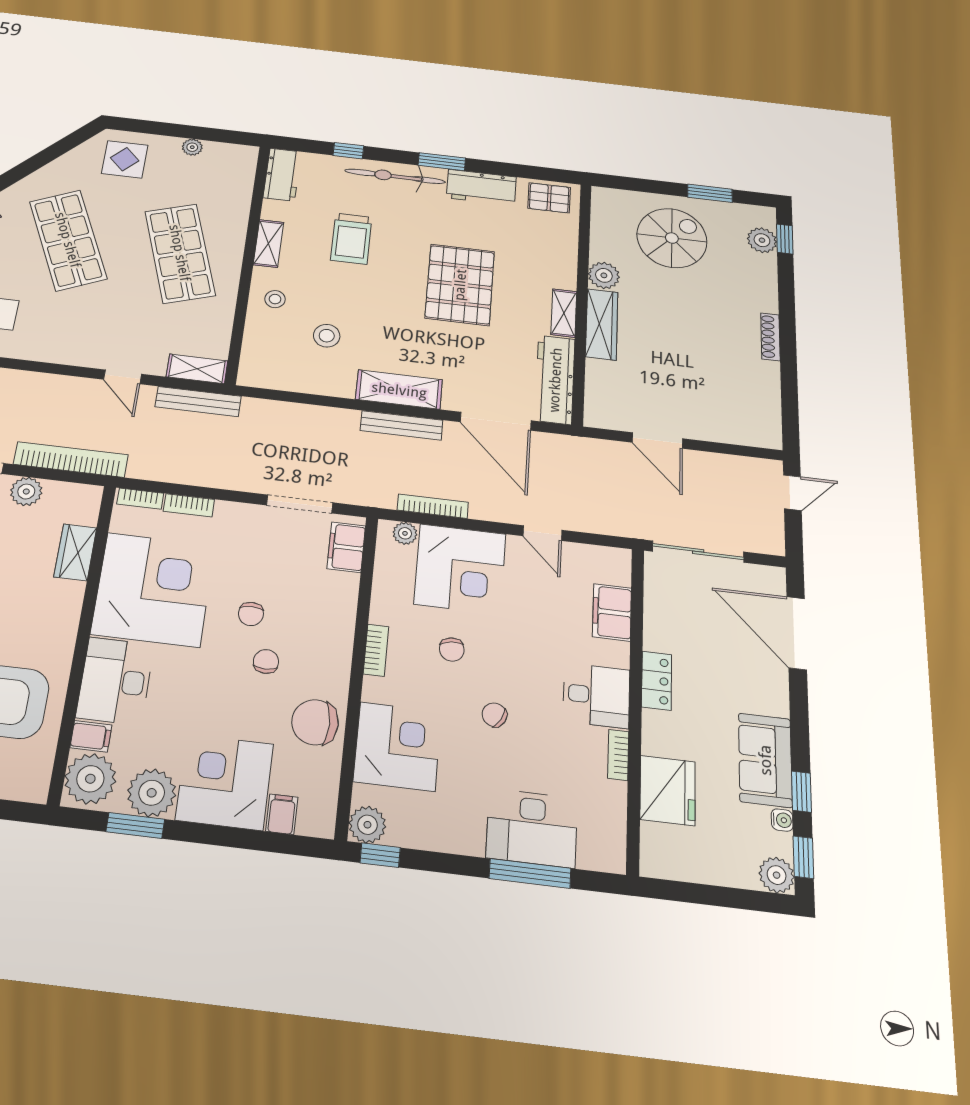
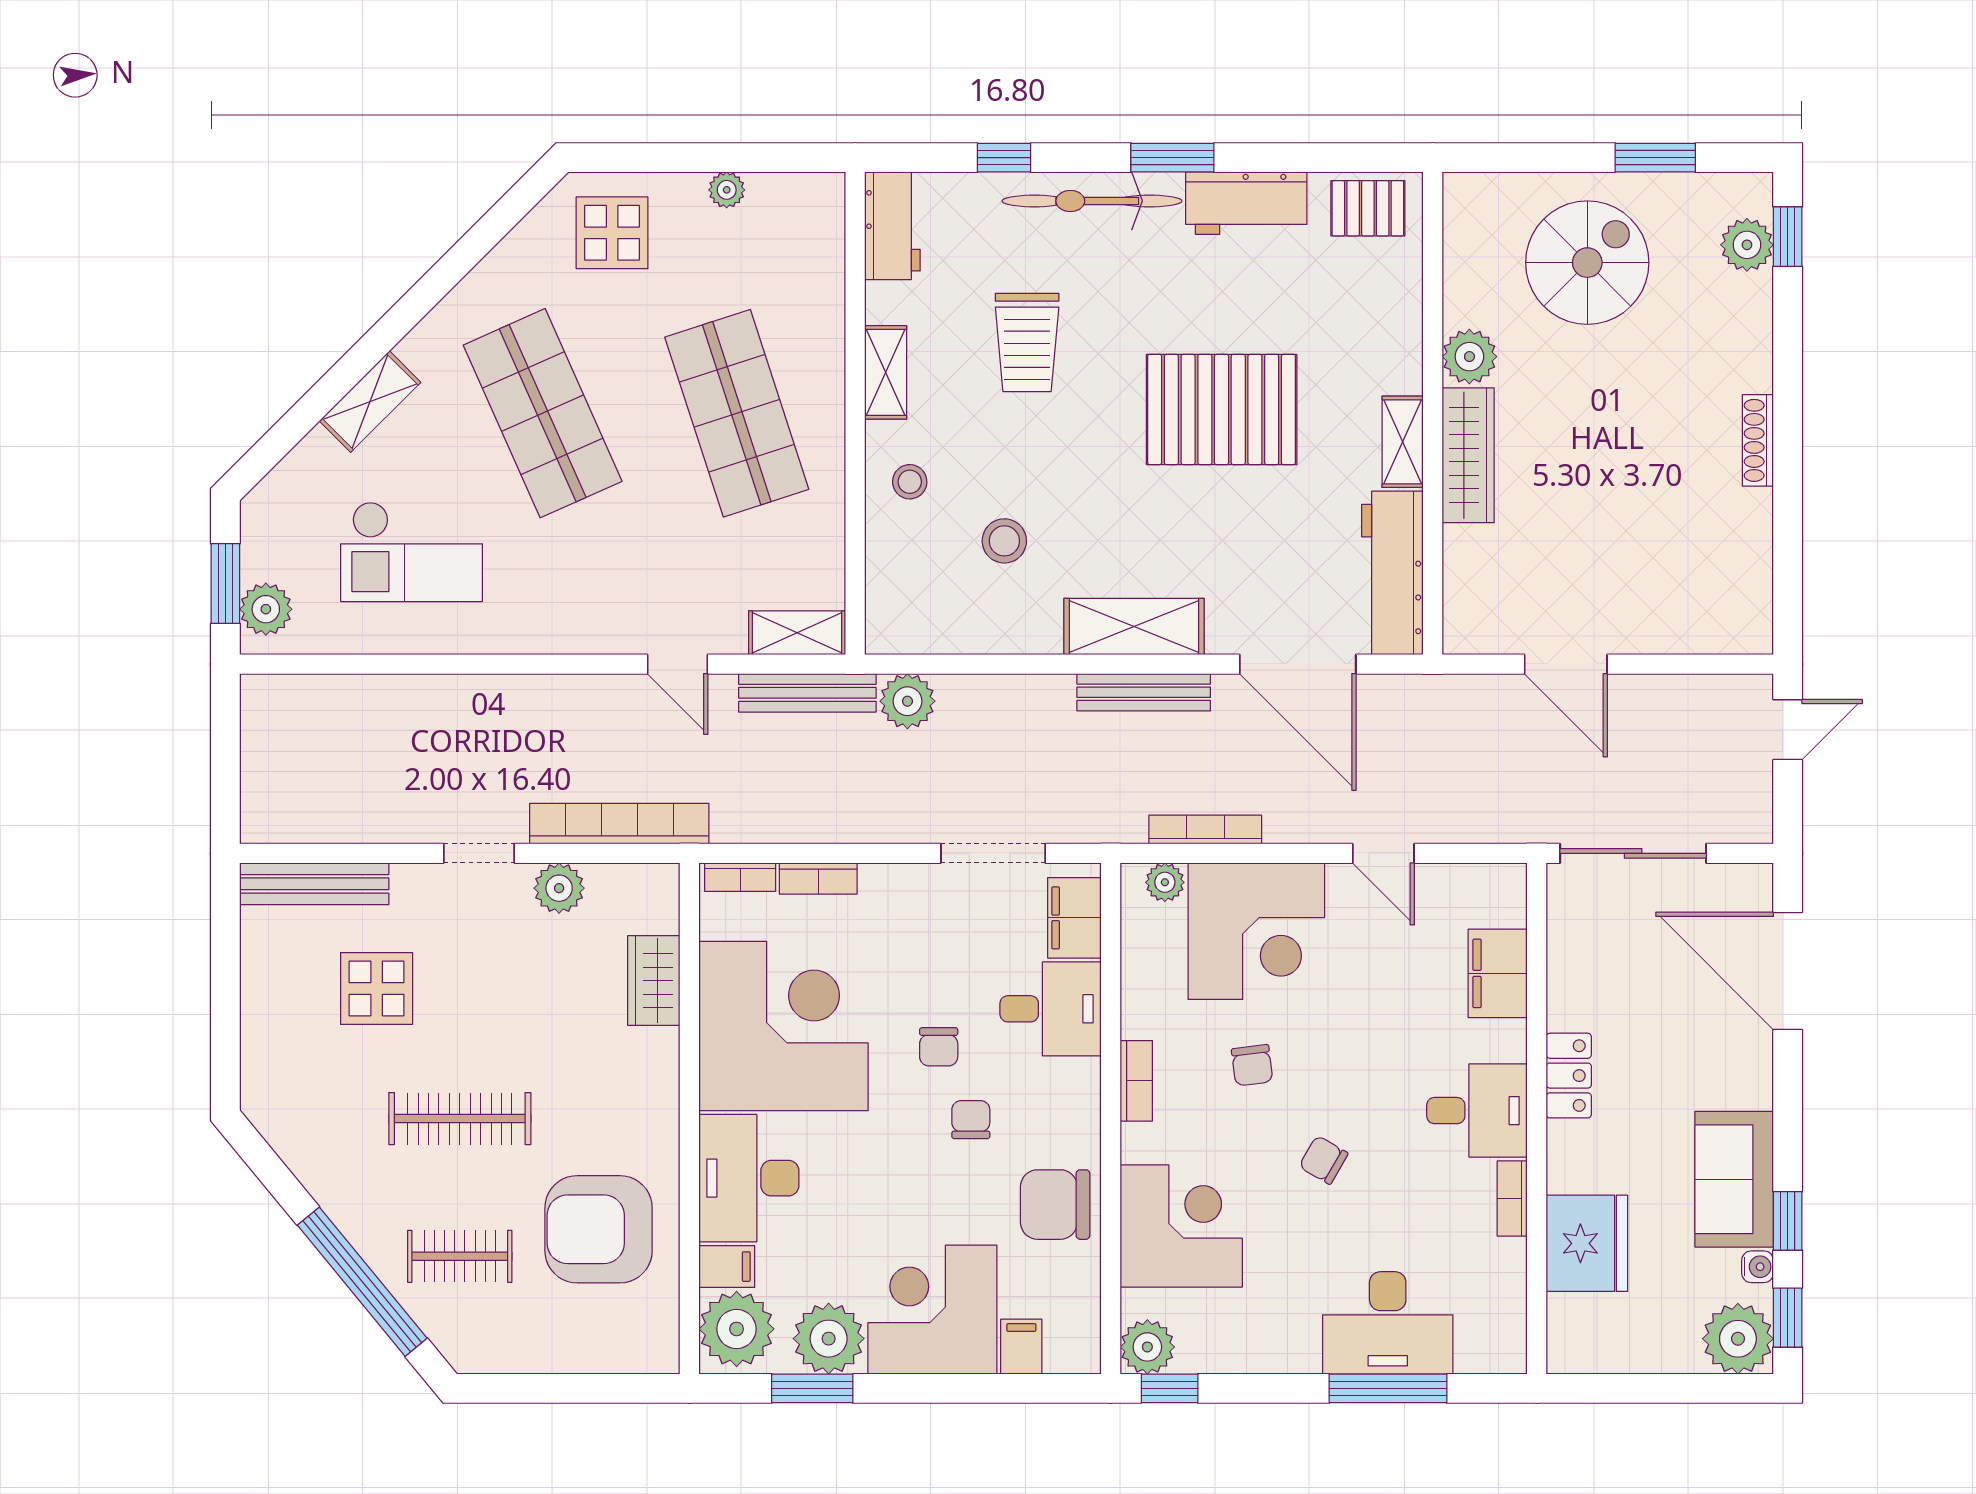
pallet: (460, 285) -> (1222, 410), turned 90
plant: (258, 413) -> (907, 701), added
desk: (325, 599) -> (1051, 1009), added
plant: (777, 875) -> (1738, 1339), width x1.36, depth x1.36

